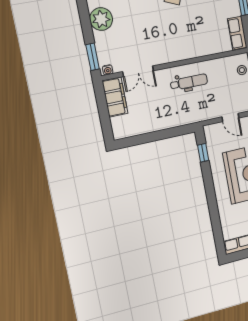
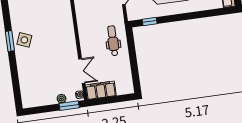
plant: (101, 19) -> (61, 99), moved, width x0.53, depth x0.53
dental chair: (189, 82) -> (113, 41), moved

